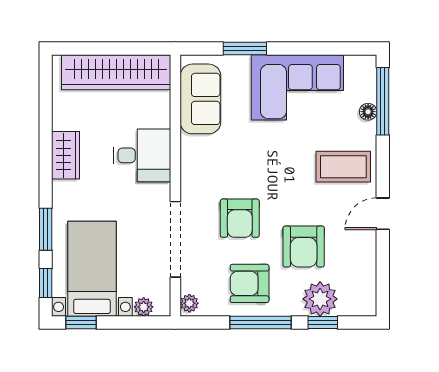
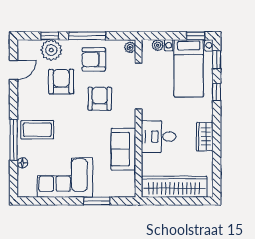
sofa: (200, 99) -> (123, 149), moved
window: (383, 101) -> (14, 140), moved
door: (383, 214) -> (14, 70), moved
window: (46, 229) -> (217, 92), width x0.67
armchair: (250, 283) -> (94, 59), turned 180

